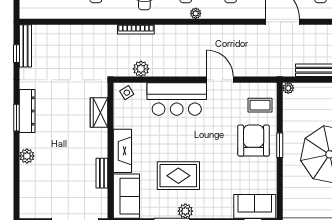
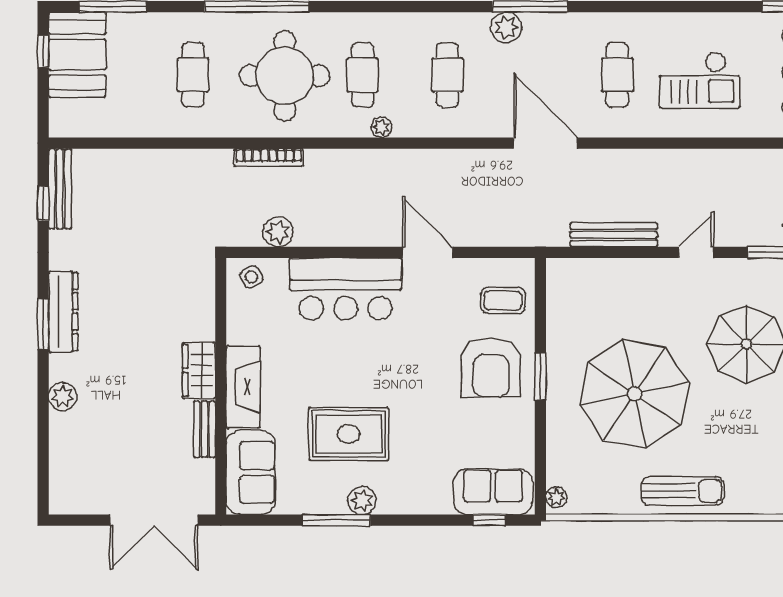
plant: (288, 88) -> (556, 497), moved
wardrobe: (99, 112) -> (199, 370), moved
armchair: (254, 141) -> (491, 367), turned 180

